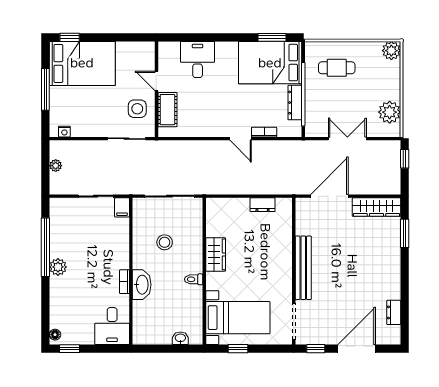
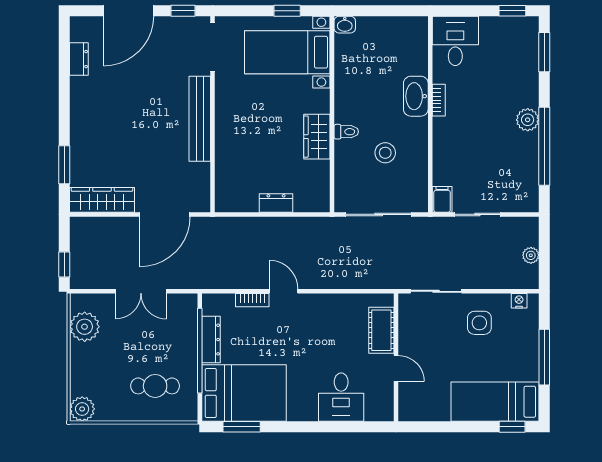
bed: (82, 63) -> (495, 402), width x0.67
side table: (137, 109) -> (479, 323), moved
dresser: (263, 205) -> (276, 203), moved
toilet: (194, 279) -> (346, 132), moved
window: (45, 318) -> (544, 52), added
floor lamp: (55, 335) -> (532, 29), removed
washbasin: (180, 338) -> (345, 25), moved

